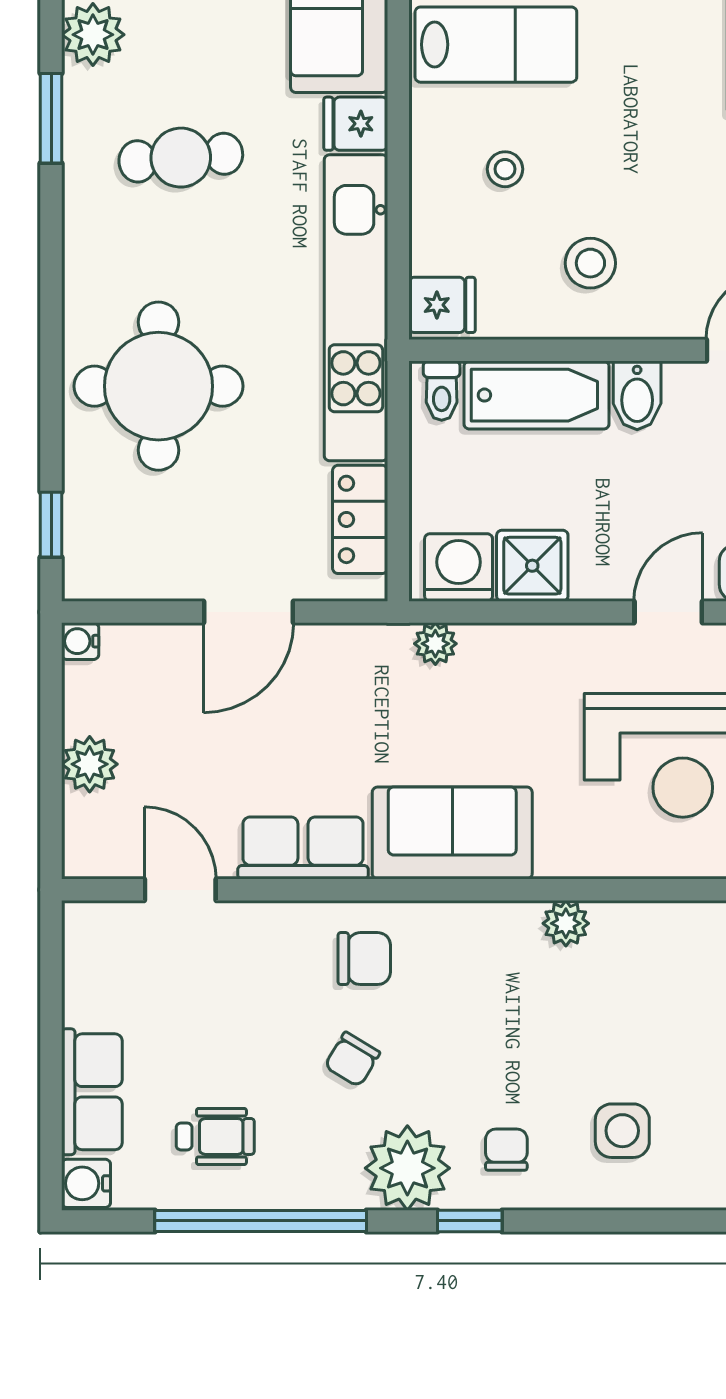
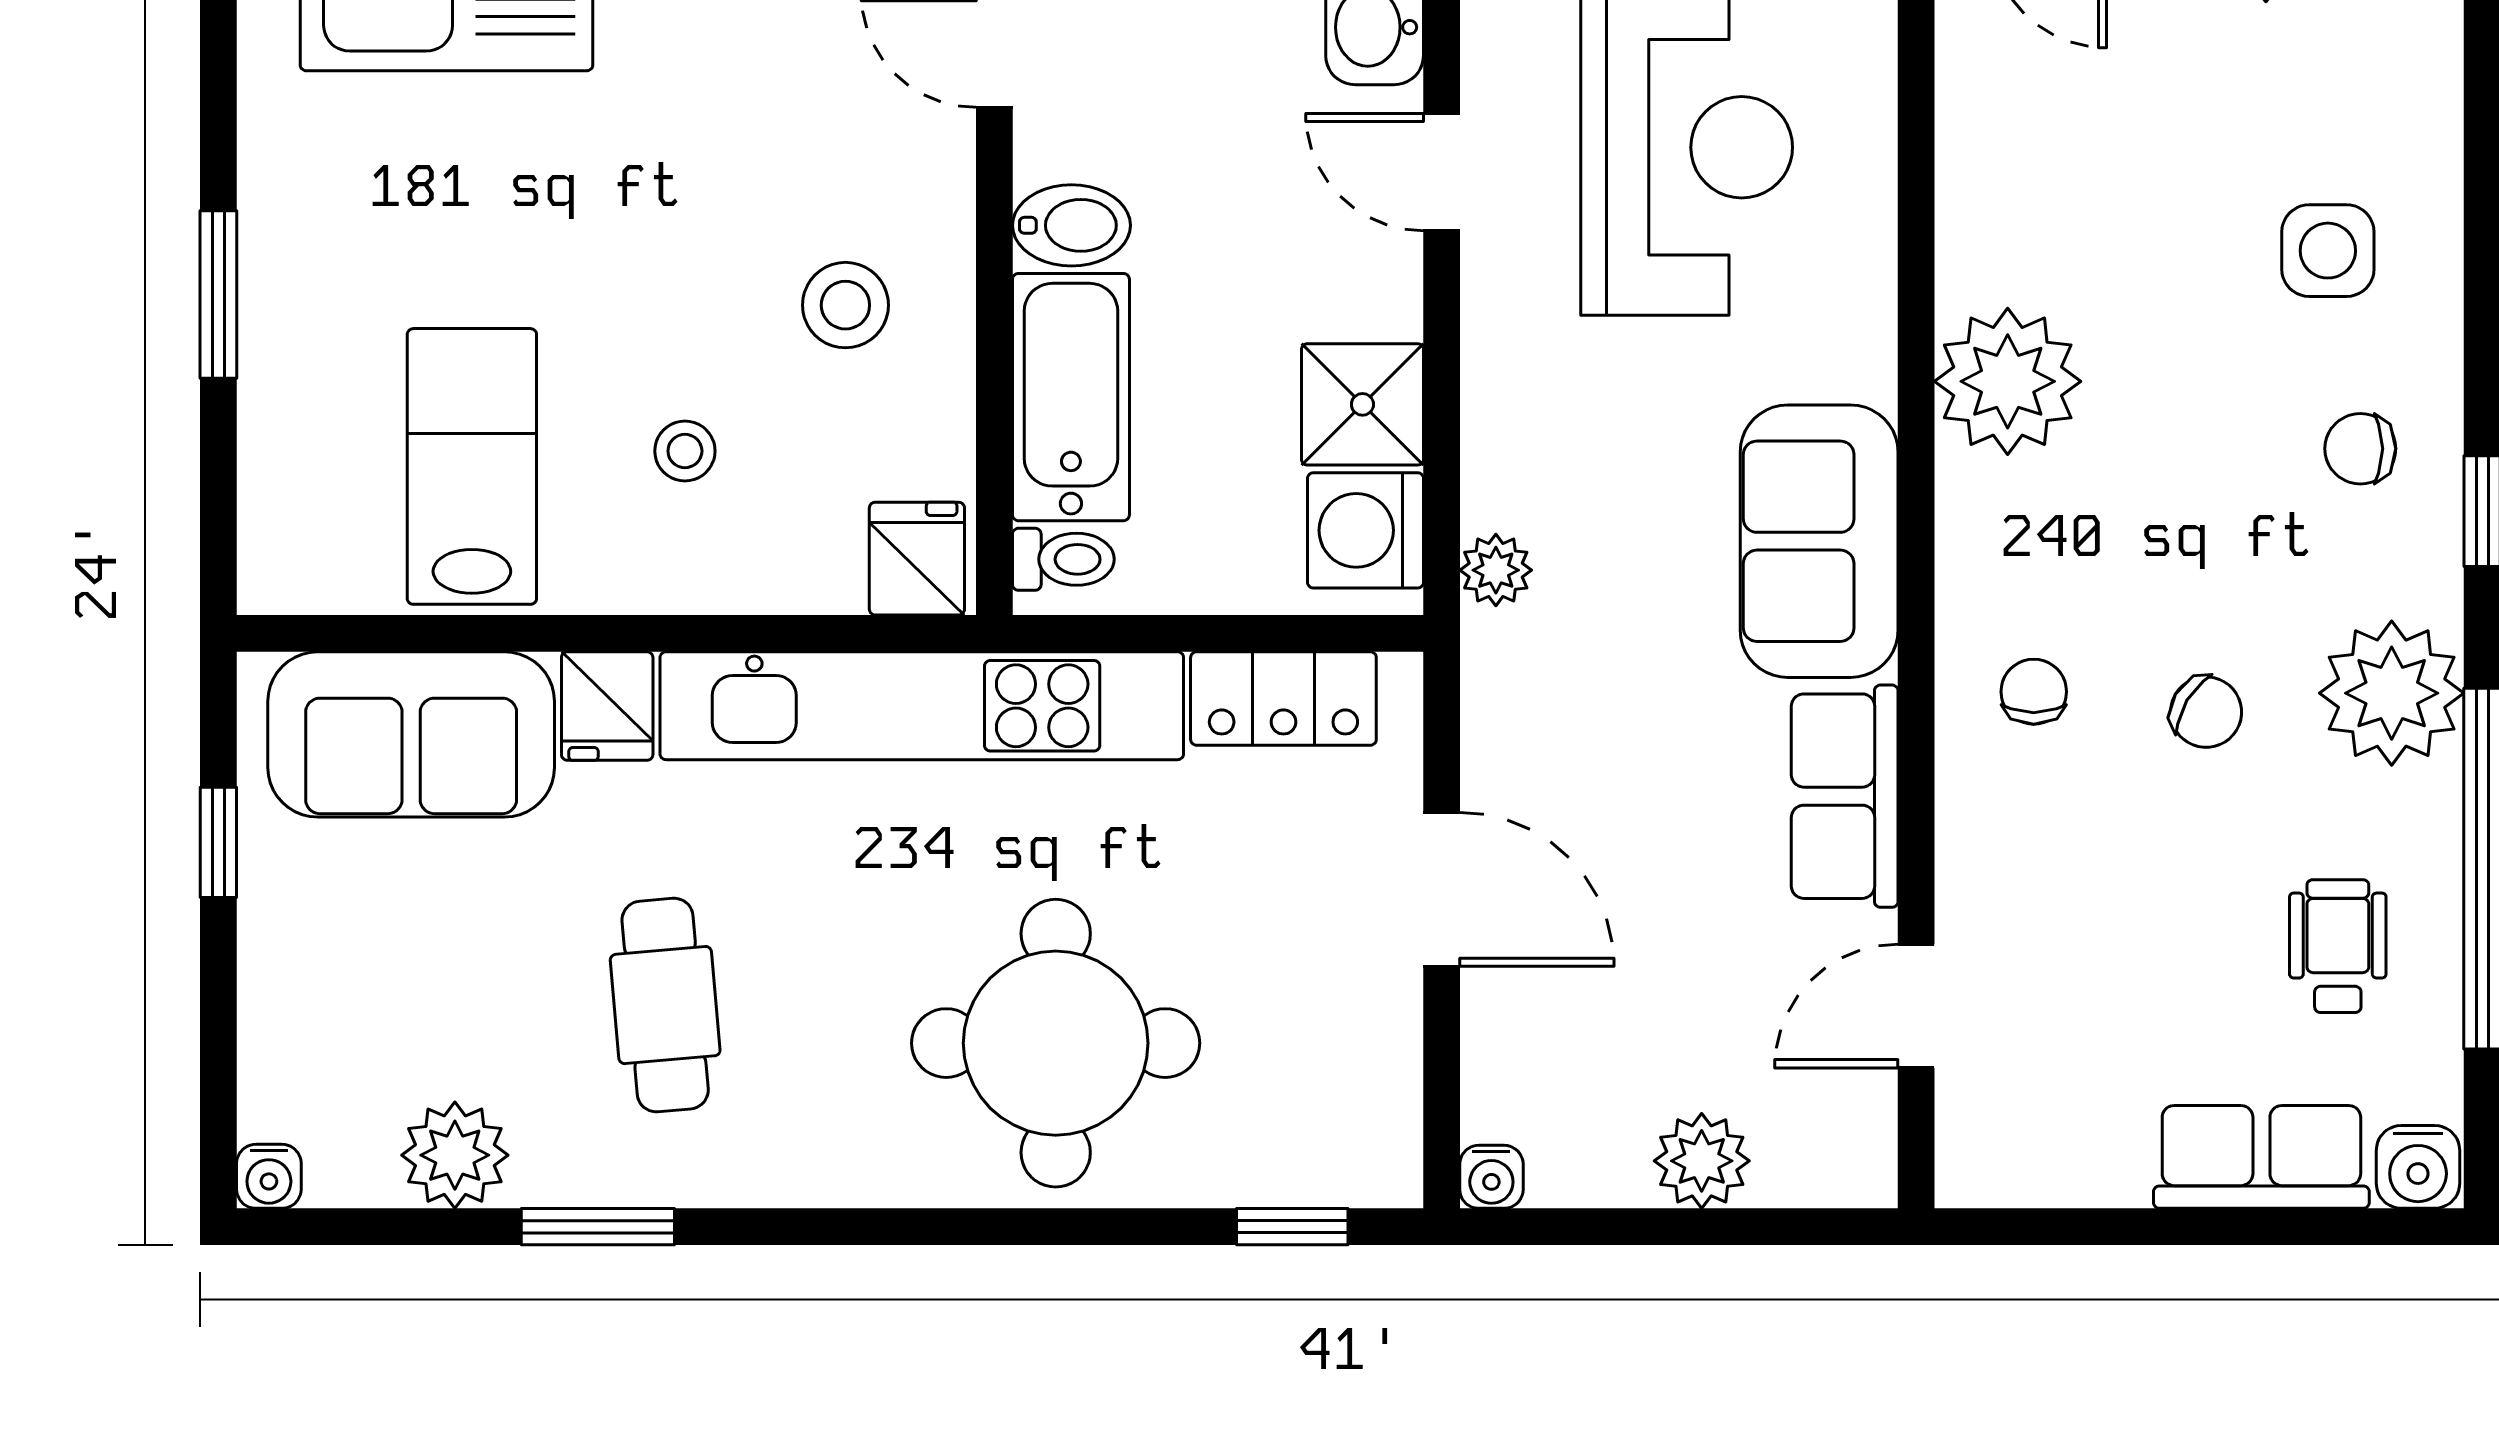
plant: (566, 923) -> (2008, 381), width x1.87, depth x1.87
chair: (364, 959) -> (2034, 692), width x0.73, depth x0.73
plant: (407, 1168) -> (2392, 693), moved

